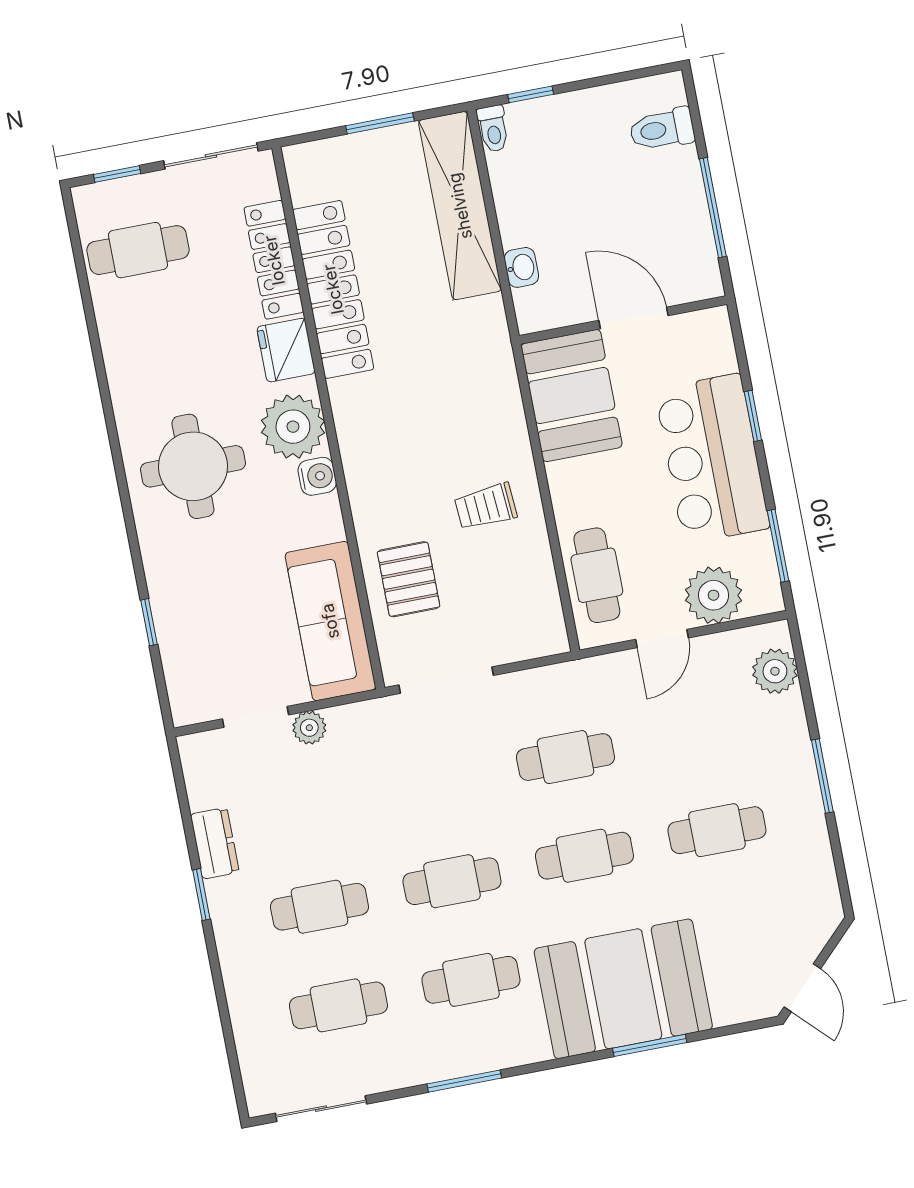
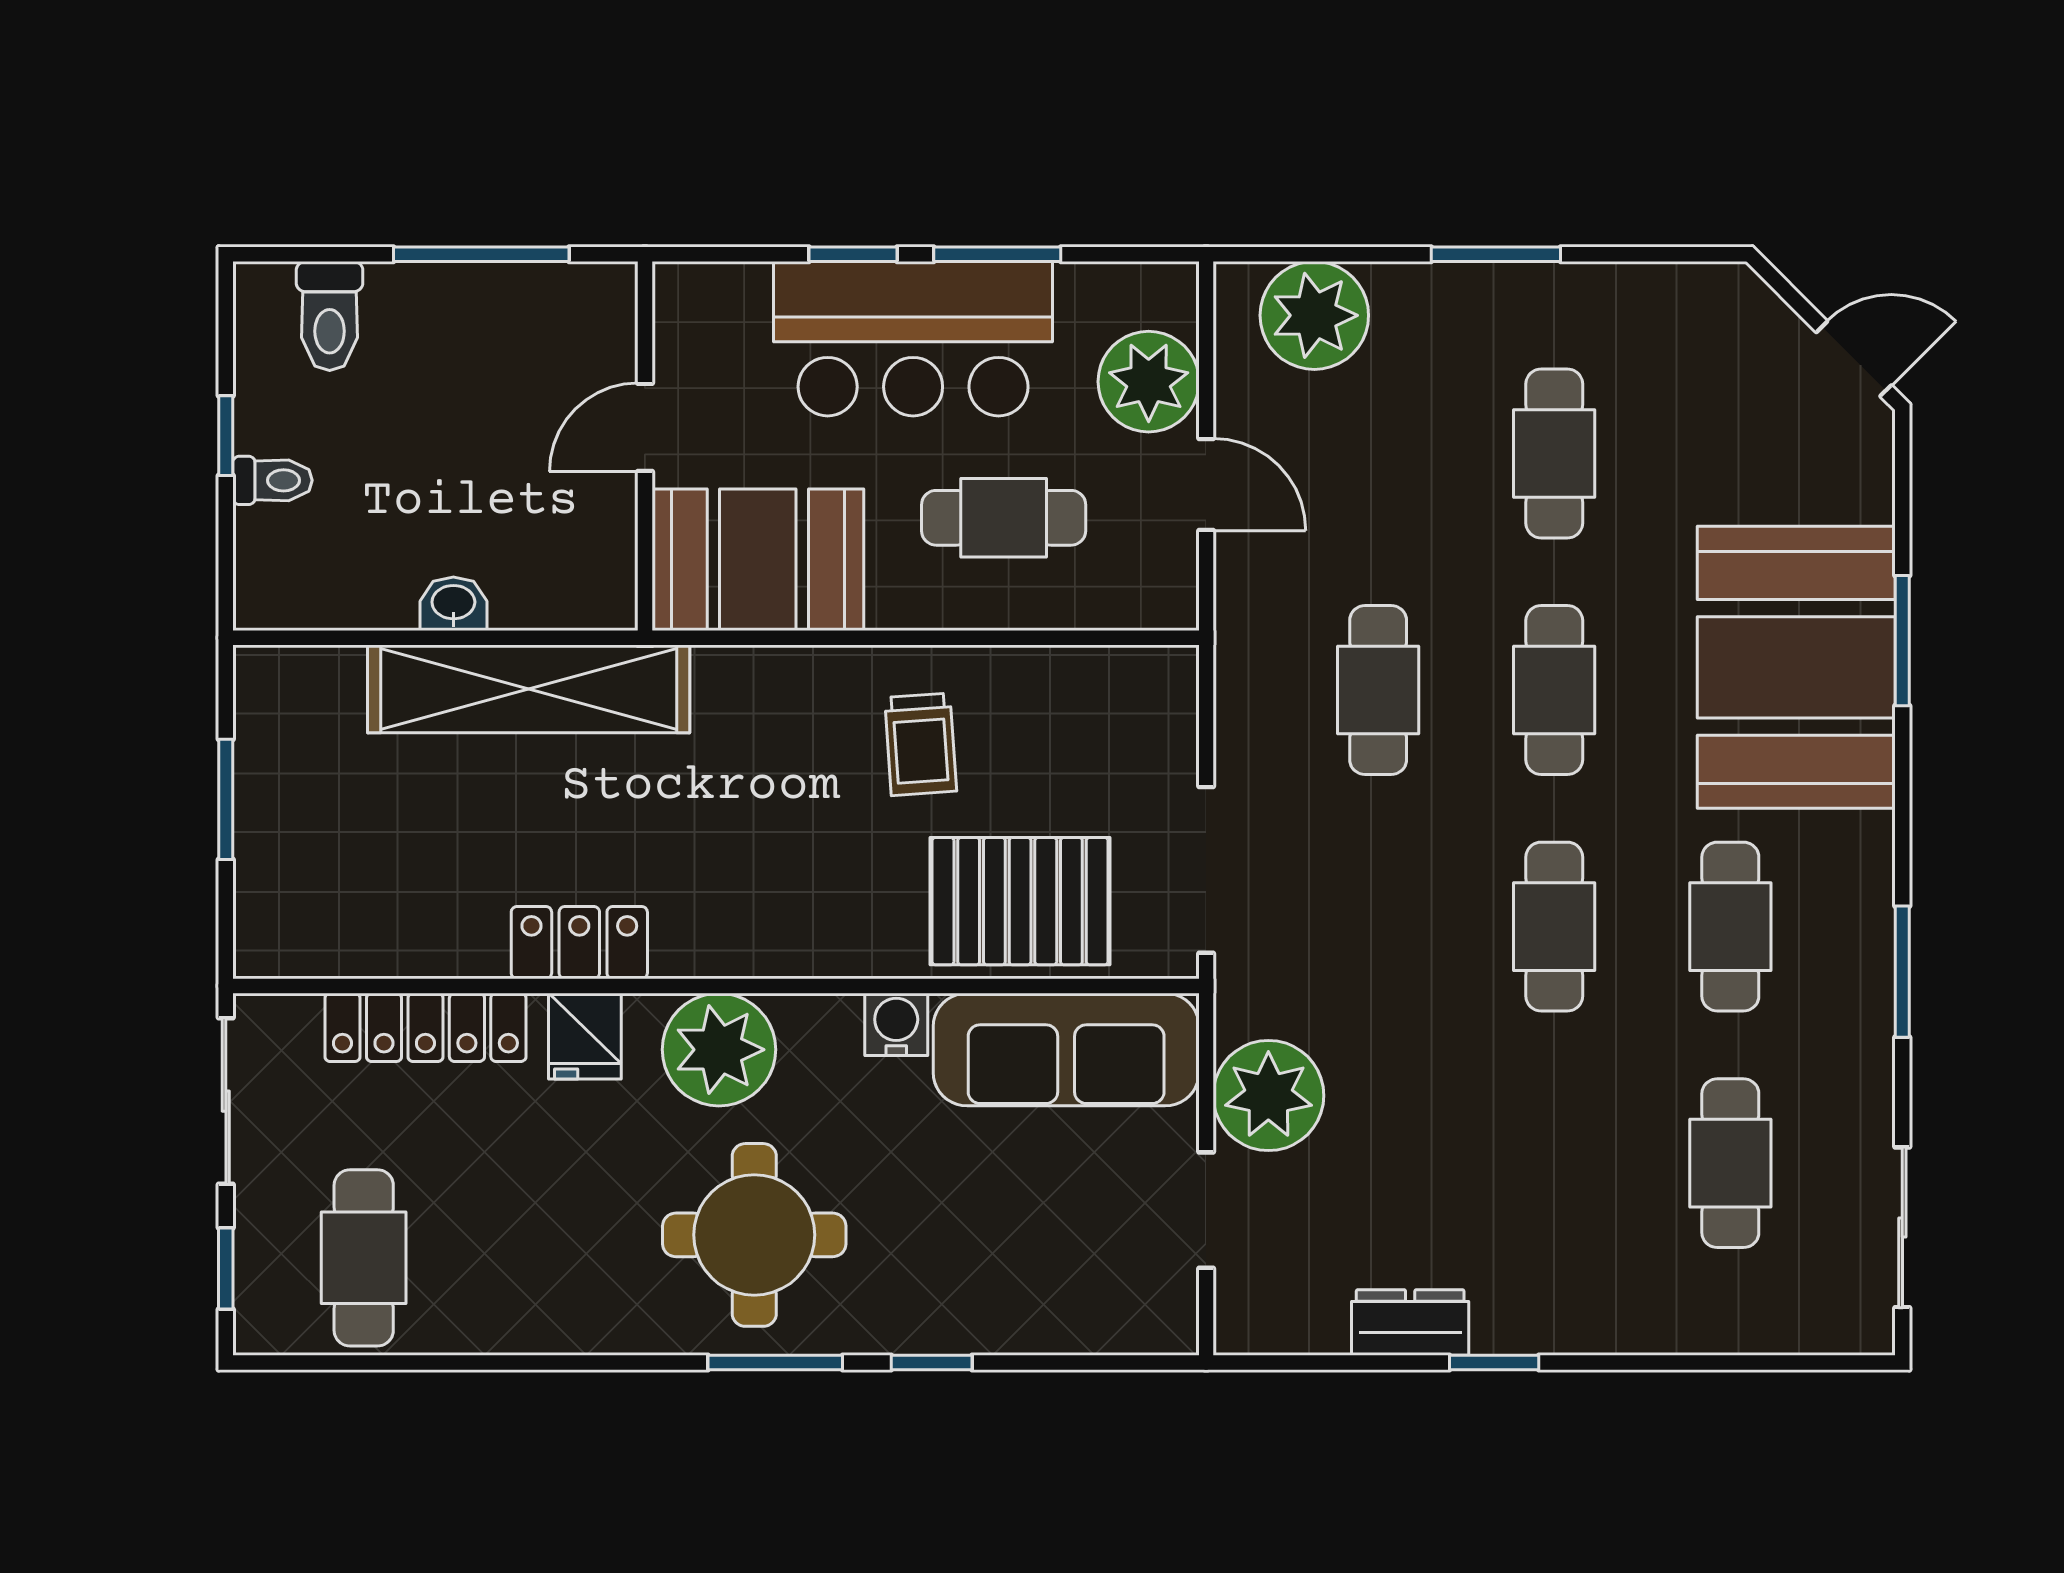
window: (531, 94) -> (226, 436), moved
toilet: (493, 129) -> (272, 480), moved
shelving: (460, 206) -> (529, 689), moved
washbasin: (521, 267) -> (453, 604), moved
locker: (333, 289) -> (579, 943), width x0.46, depth x0.83
door: (634, 318) -> (645, 427), width x0.73
fridge: (286, 350) -> (585, 1036), width x0.72
water cooler: (317, 476) -> (896, 1024), moved
window: (124, 492) -> (775, 1362), added
window: (778, 546) -> (997, 254), moved
cafe table: (597, 575) -> (1004, 518), moved
pallet: (409, 579) -> (1020, 901), width x1.50, depth x1.42
window: (149, 622) -> (932, 1362), moved
plant: (775, 671) -> (1314, 315), width x1.36, depth x1.36
plant: (309, 728) -> (1268, 1096), width x1.87, depth x1.87
cafe table: (319, 907) -> (1554, 1163), removed

